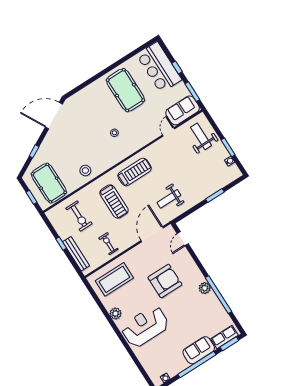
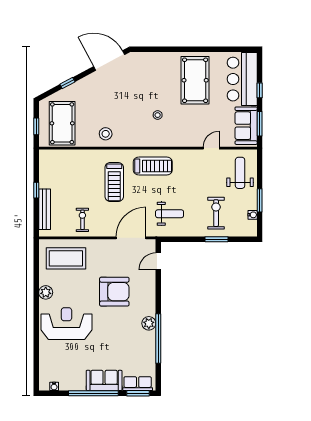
sofa: (183, 110) -> (246, 126), moved, turned -90
weight bench: (169, 199) -> (170, 214), turned 180
exercise bike: (79, 216) -> (216, 213), moved, turned 180

